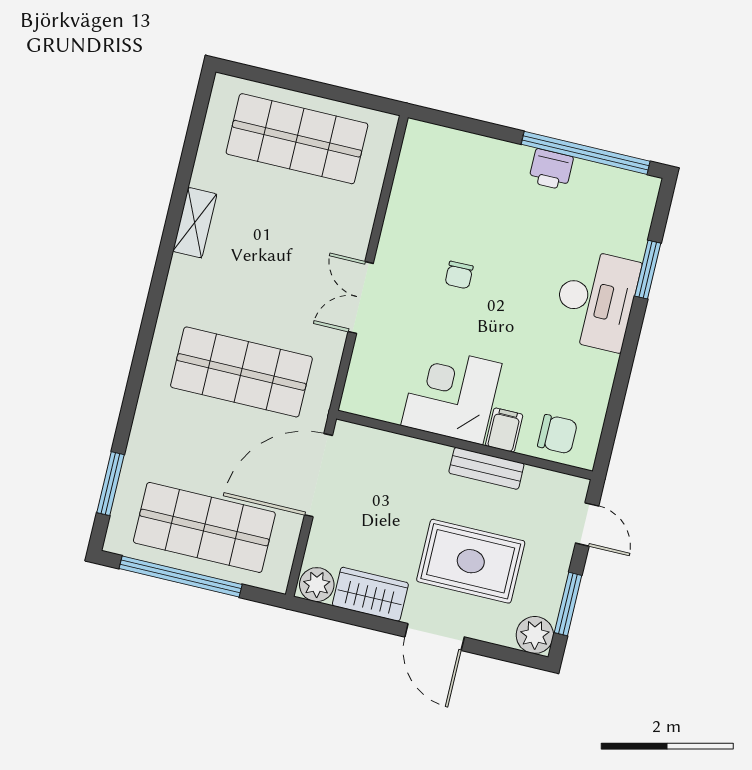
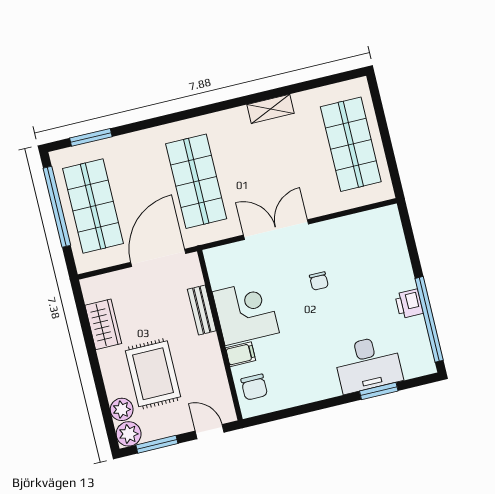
chair: (459, 275) -> (319, 281), turned -89
double door: (361, 298) -> (276, 230), width x1.37
desk: (596, 300) -> (368, 364), moved
bench: (486, 468) -> (202, 310), moved
door: (318, 475) -> (158, 258), hinge flipped
door: (587, 524) -> (210, 432), swing flipped
plant: (317, 585) -> (122, 409), moved
door: (435, 637) -> (97, 375), removed

